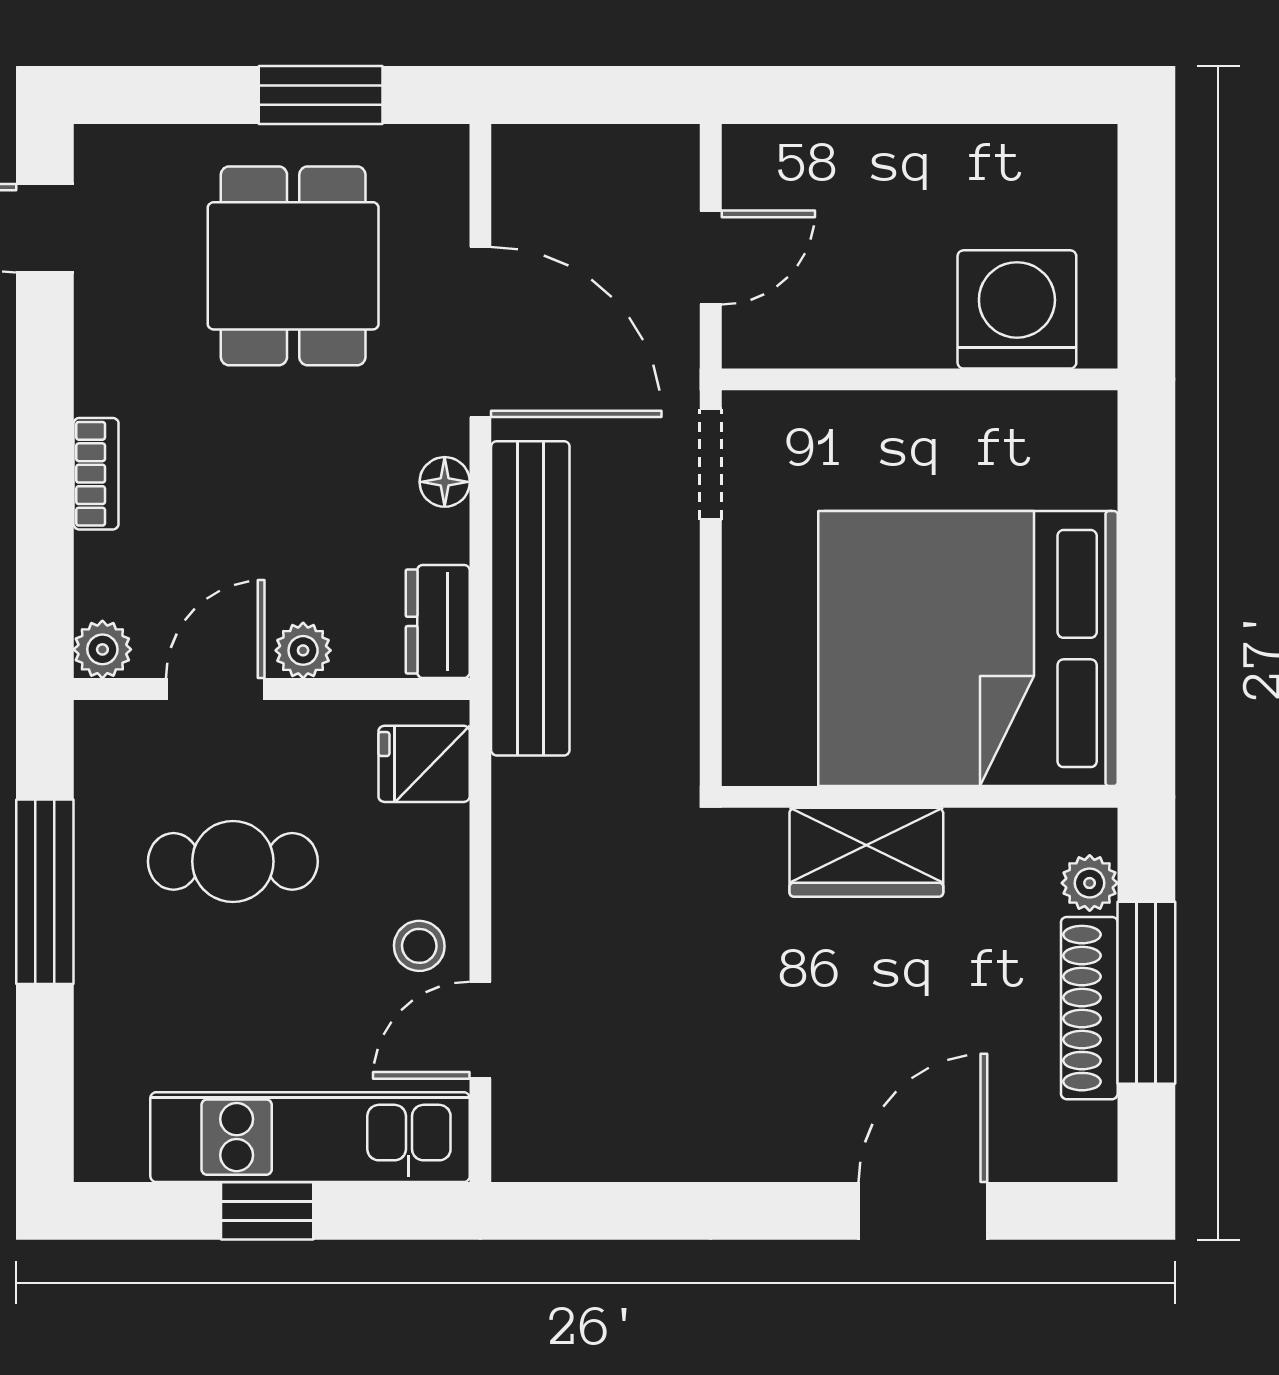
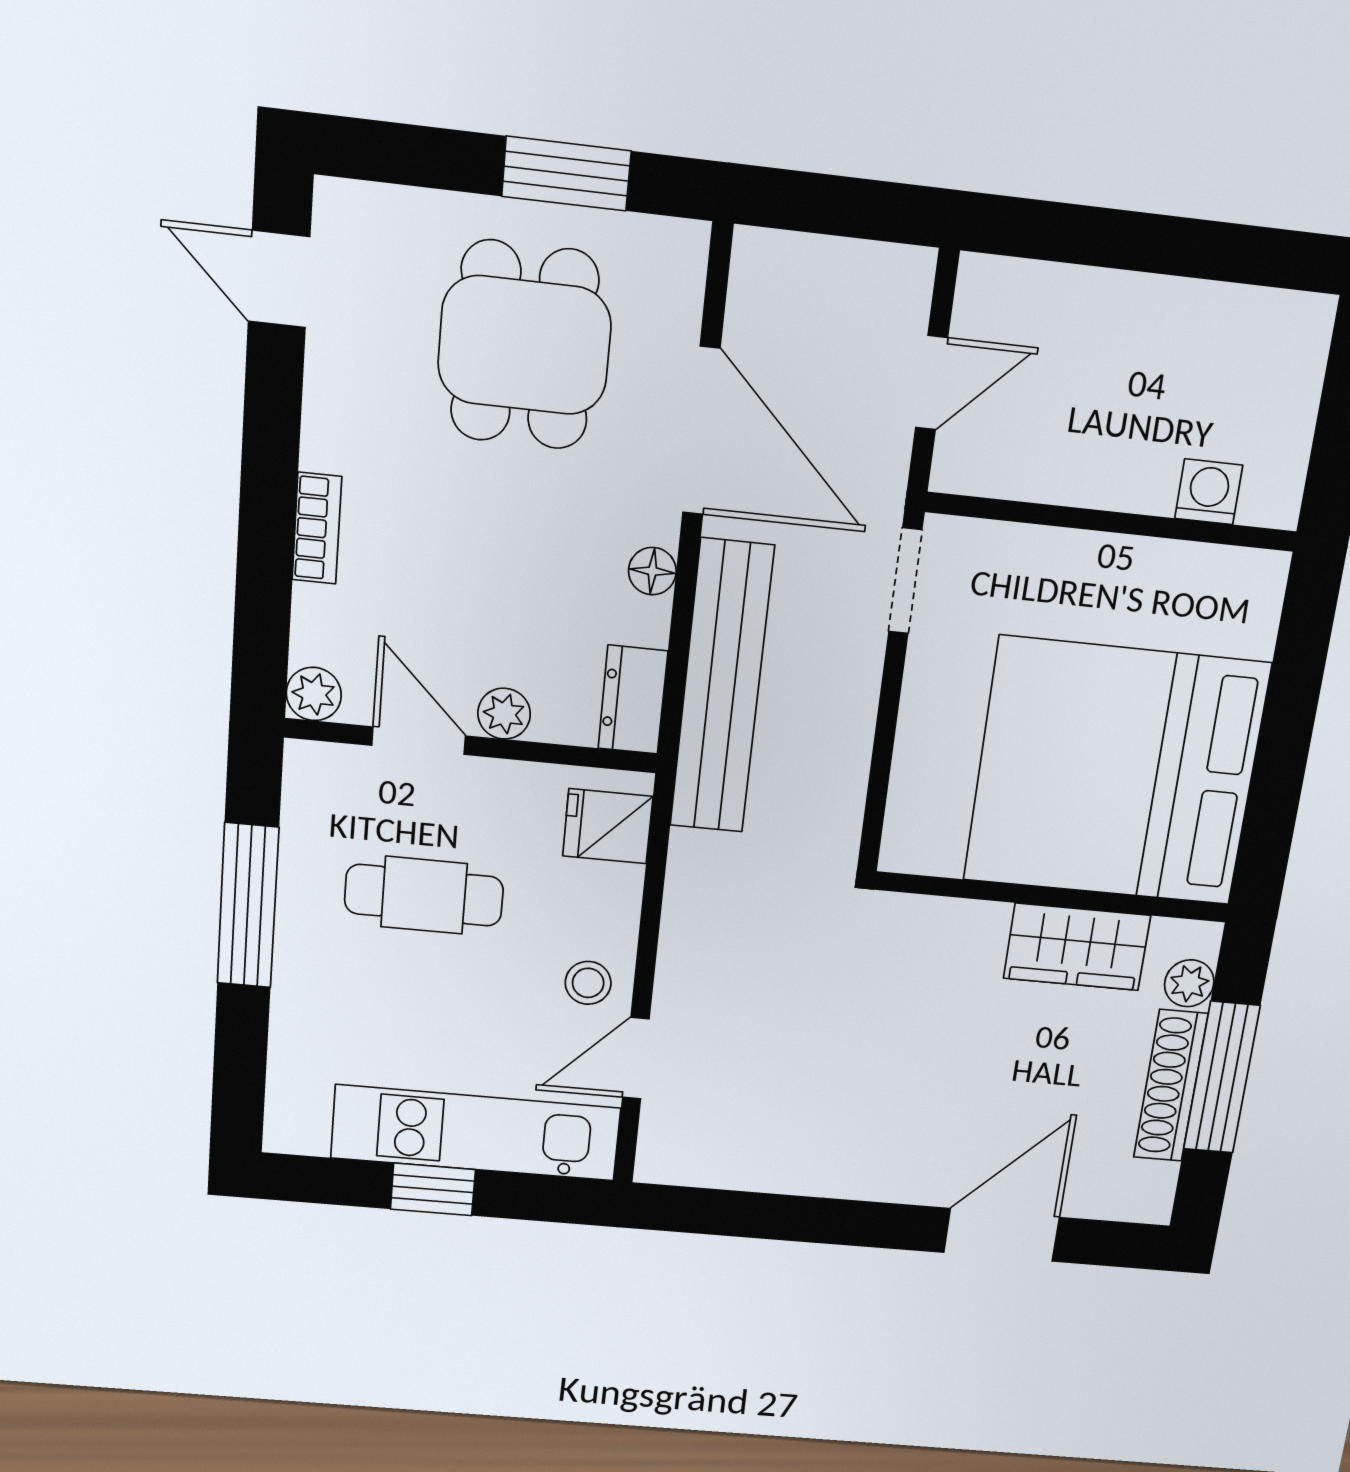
washing machine: (1017, 309) -> (1209, 492), width x0.53, depth x0.53
door: (215, 689) -> (419, 741), hinge flipped
wardrobe: (866, 852) -> (1077, 947), moved

